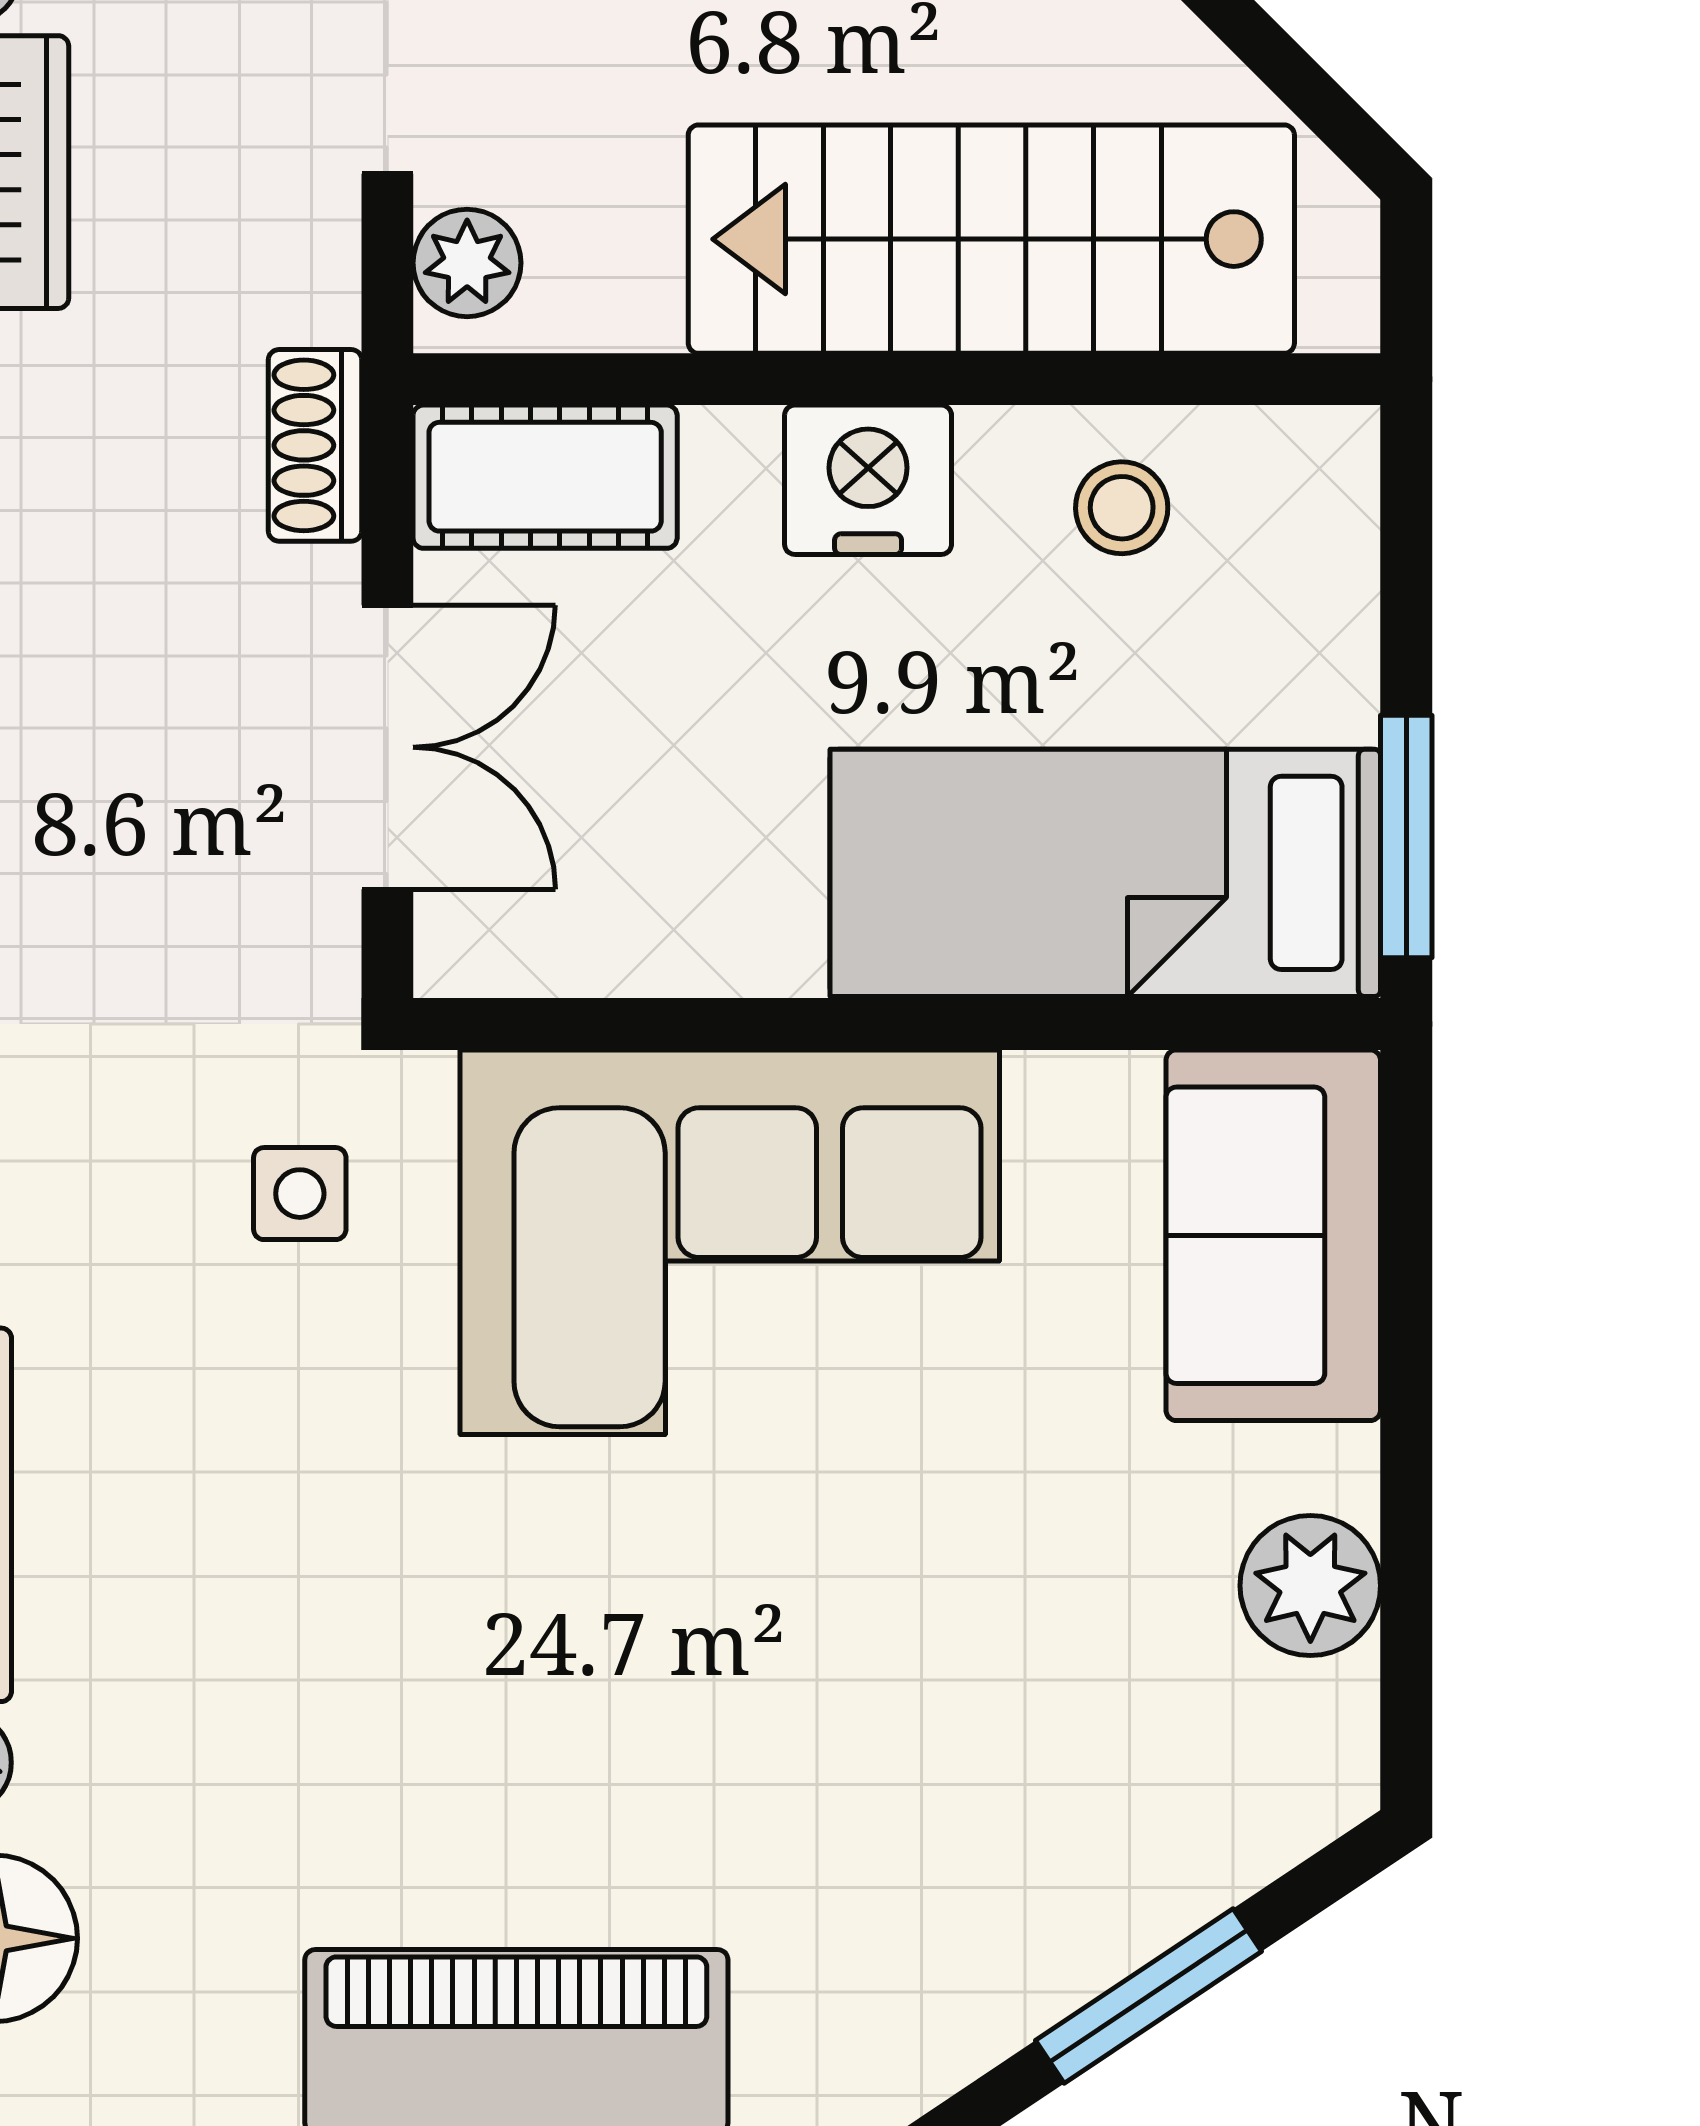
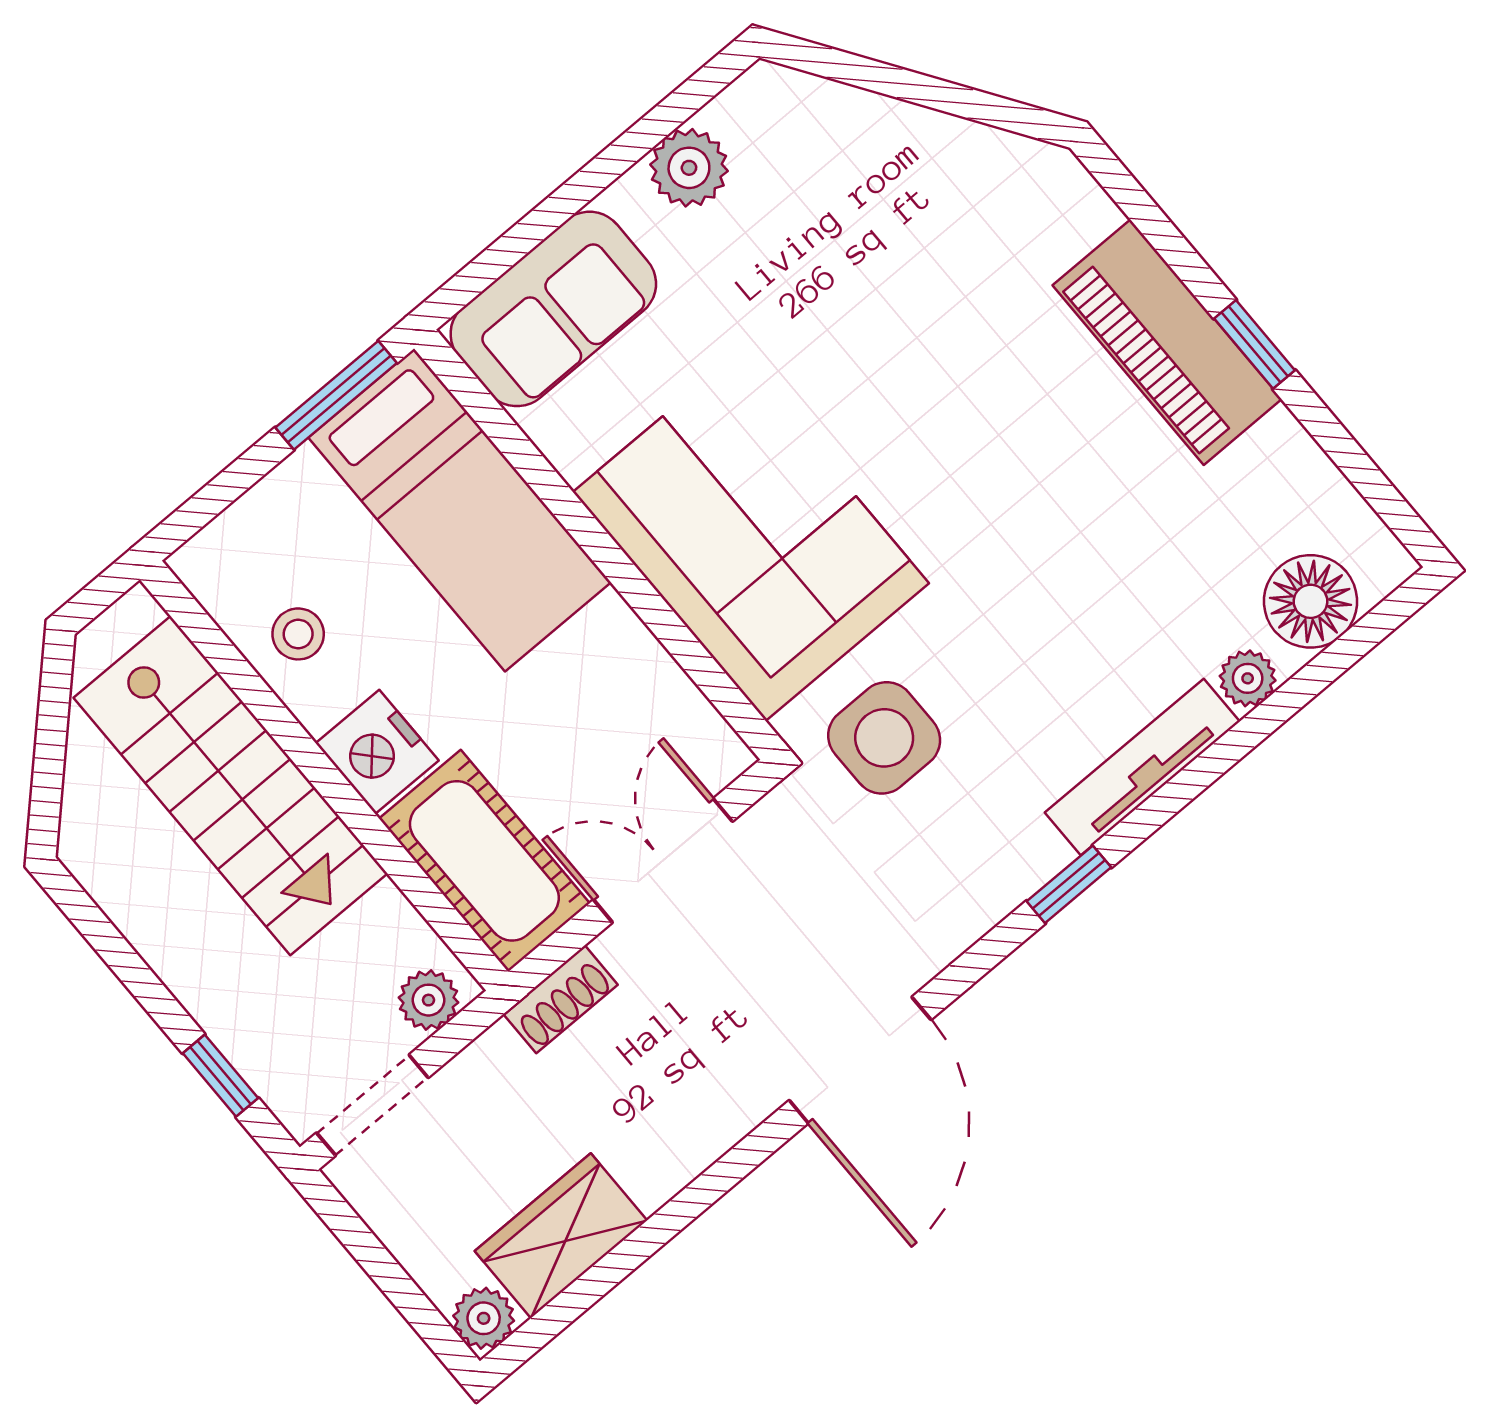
cot: (545, 477) -> (484, 861), width x1.37, depth x1.34
side table: (300, 1194) -> (884, 738), width x1.87, depth x1.87
window: (1149, 1996) -> (921, 90), removed

